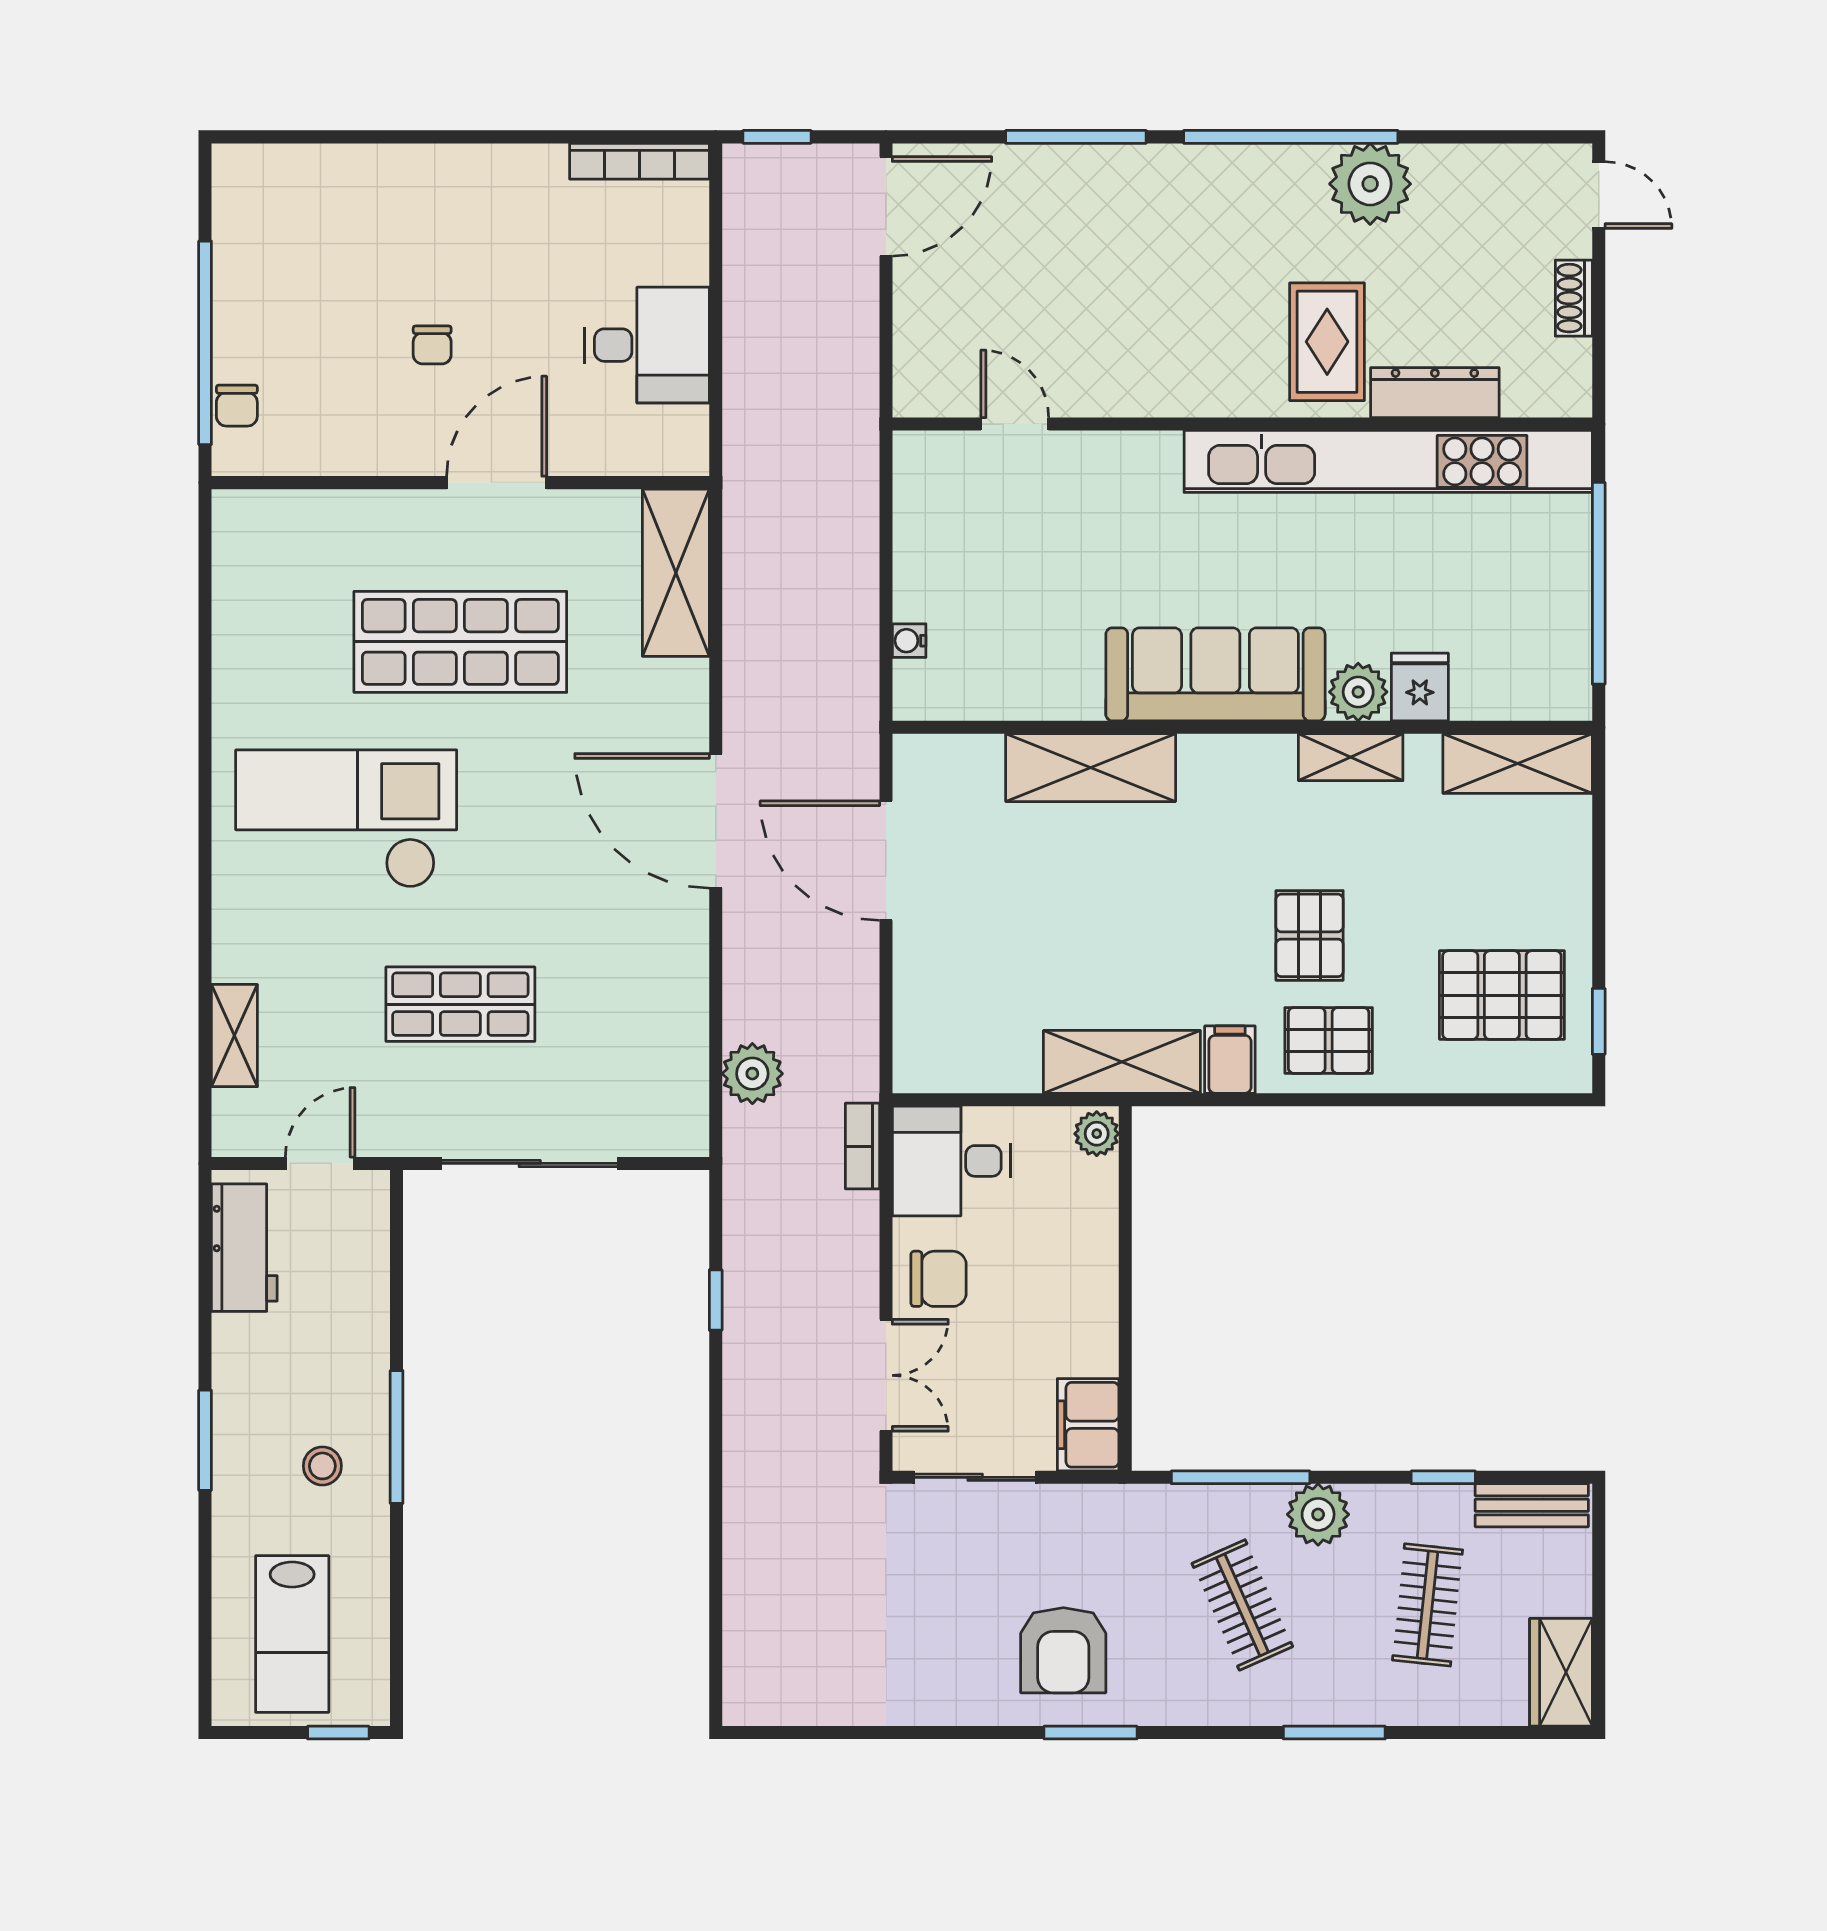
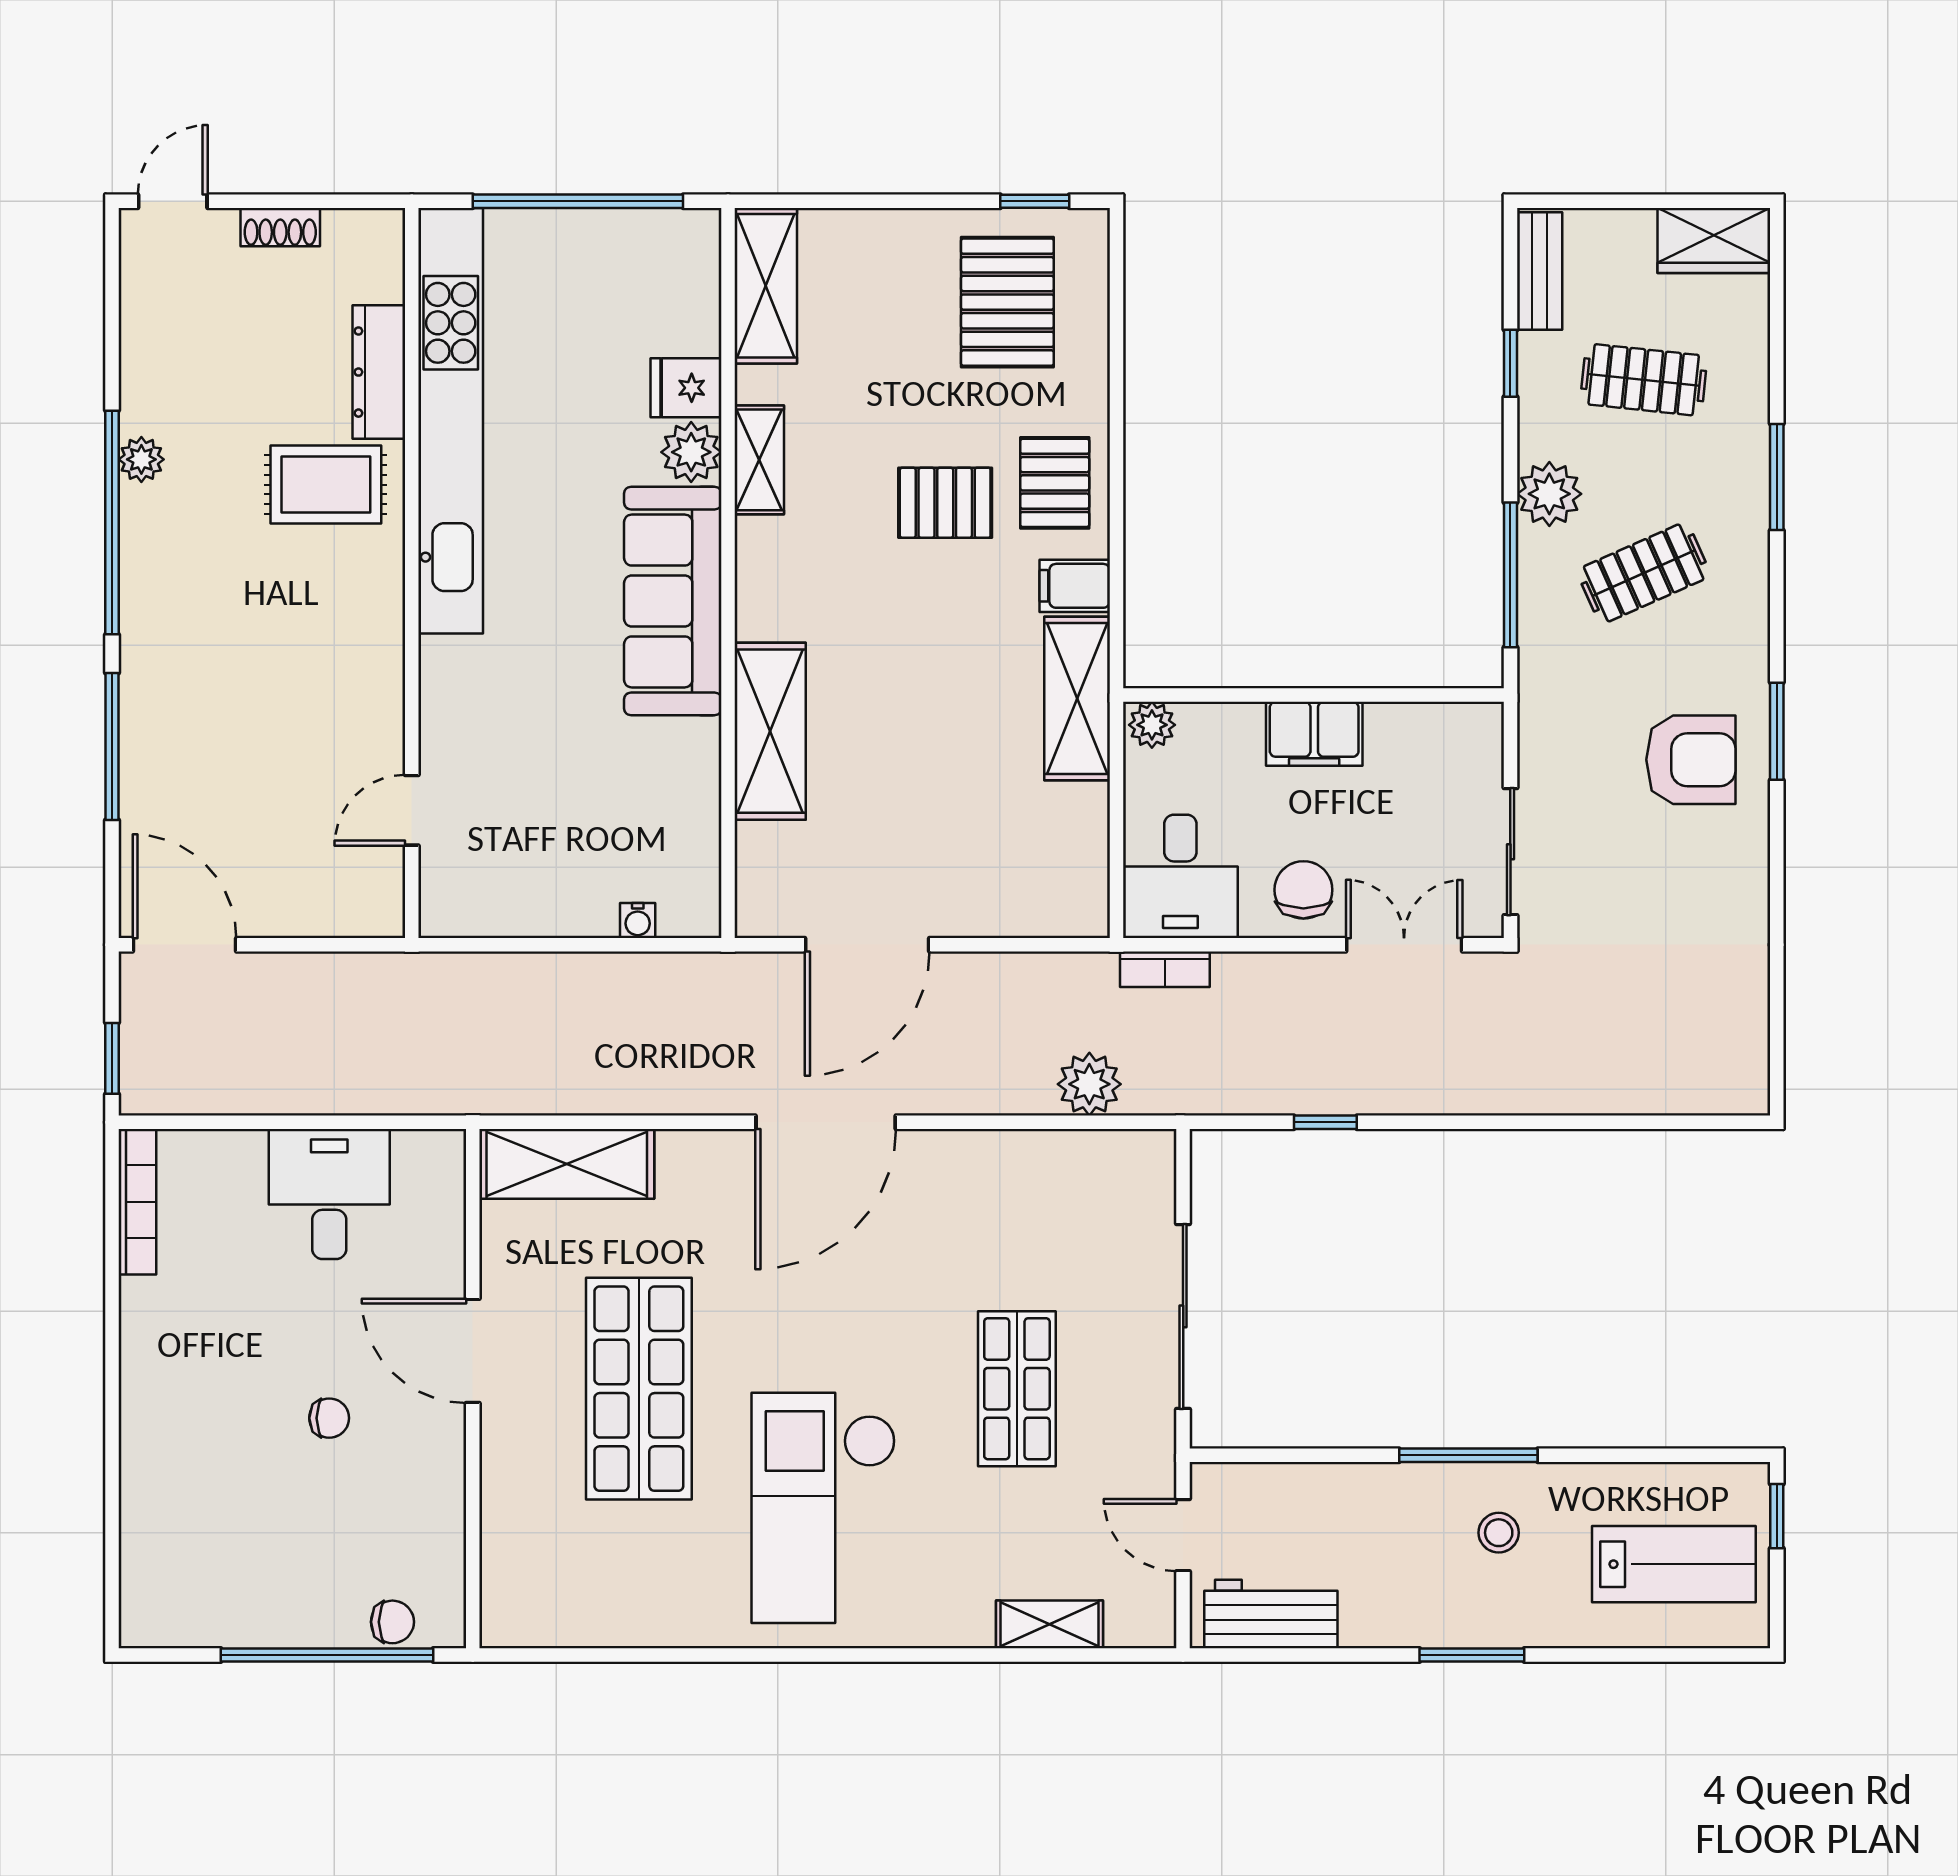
plant: (1370, 184) -> (141, 459), width x0.53, depth x0.53
filing cabinet: (1088, 1425) -> (1314, 734), moved

